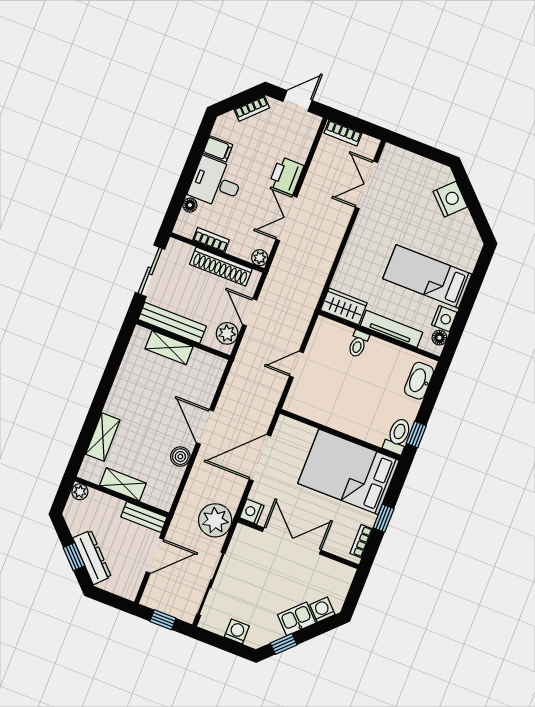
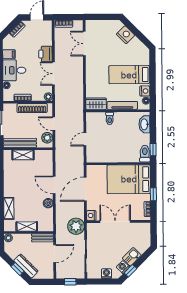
washing machine: (322, 610) -> (123, 267), moved

